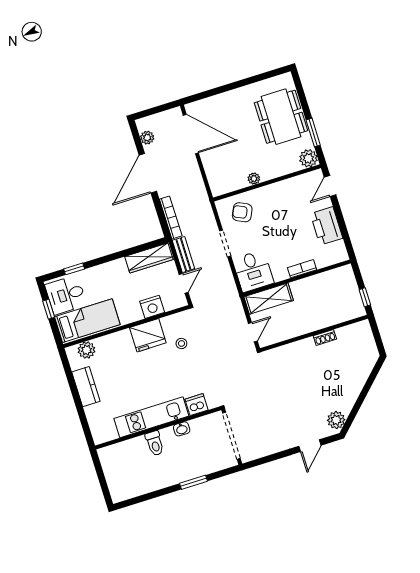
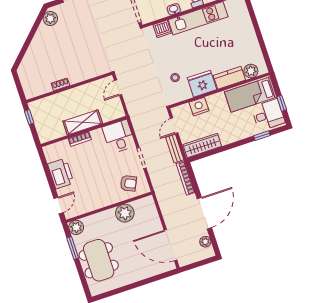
plant: (254, 179) -> (125, 213), width x1.88, depth x1.88
shelving: (269, 299) -> (83, 122), moved
kitchen counter: (86, 387) -> (229, 78), moved, turned 90

